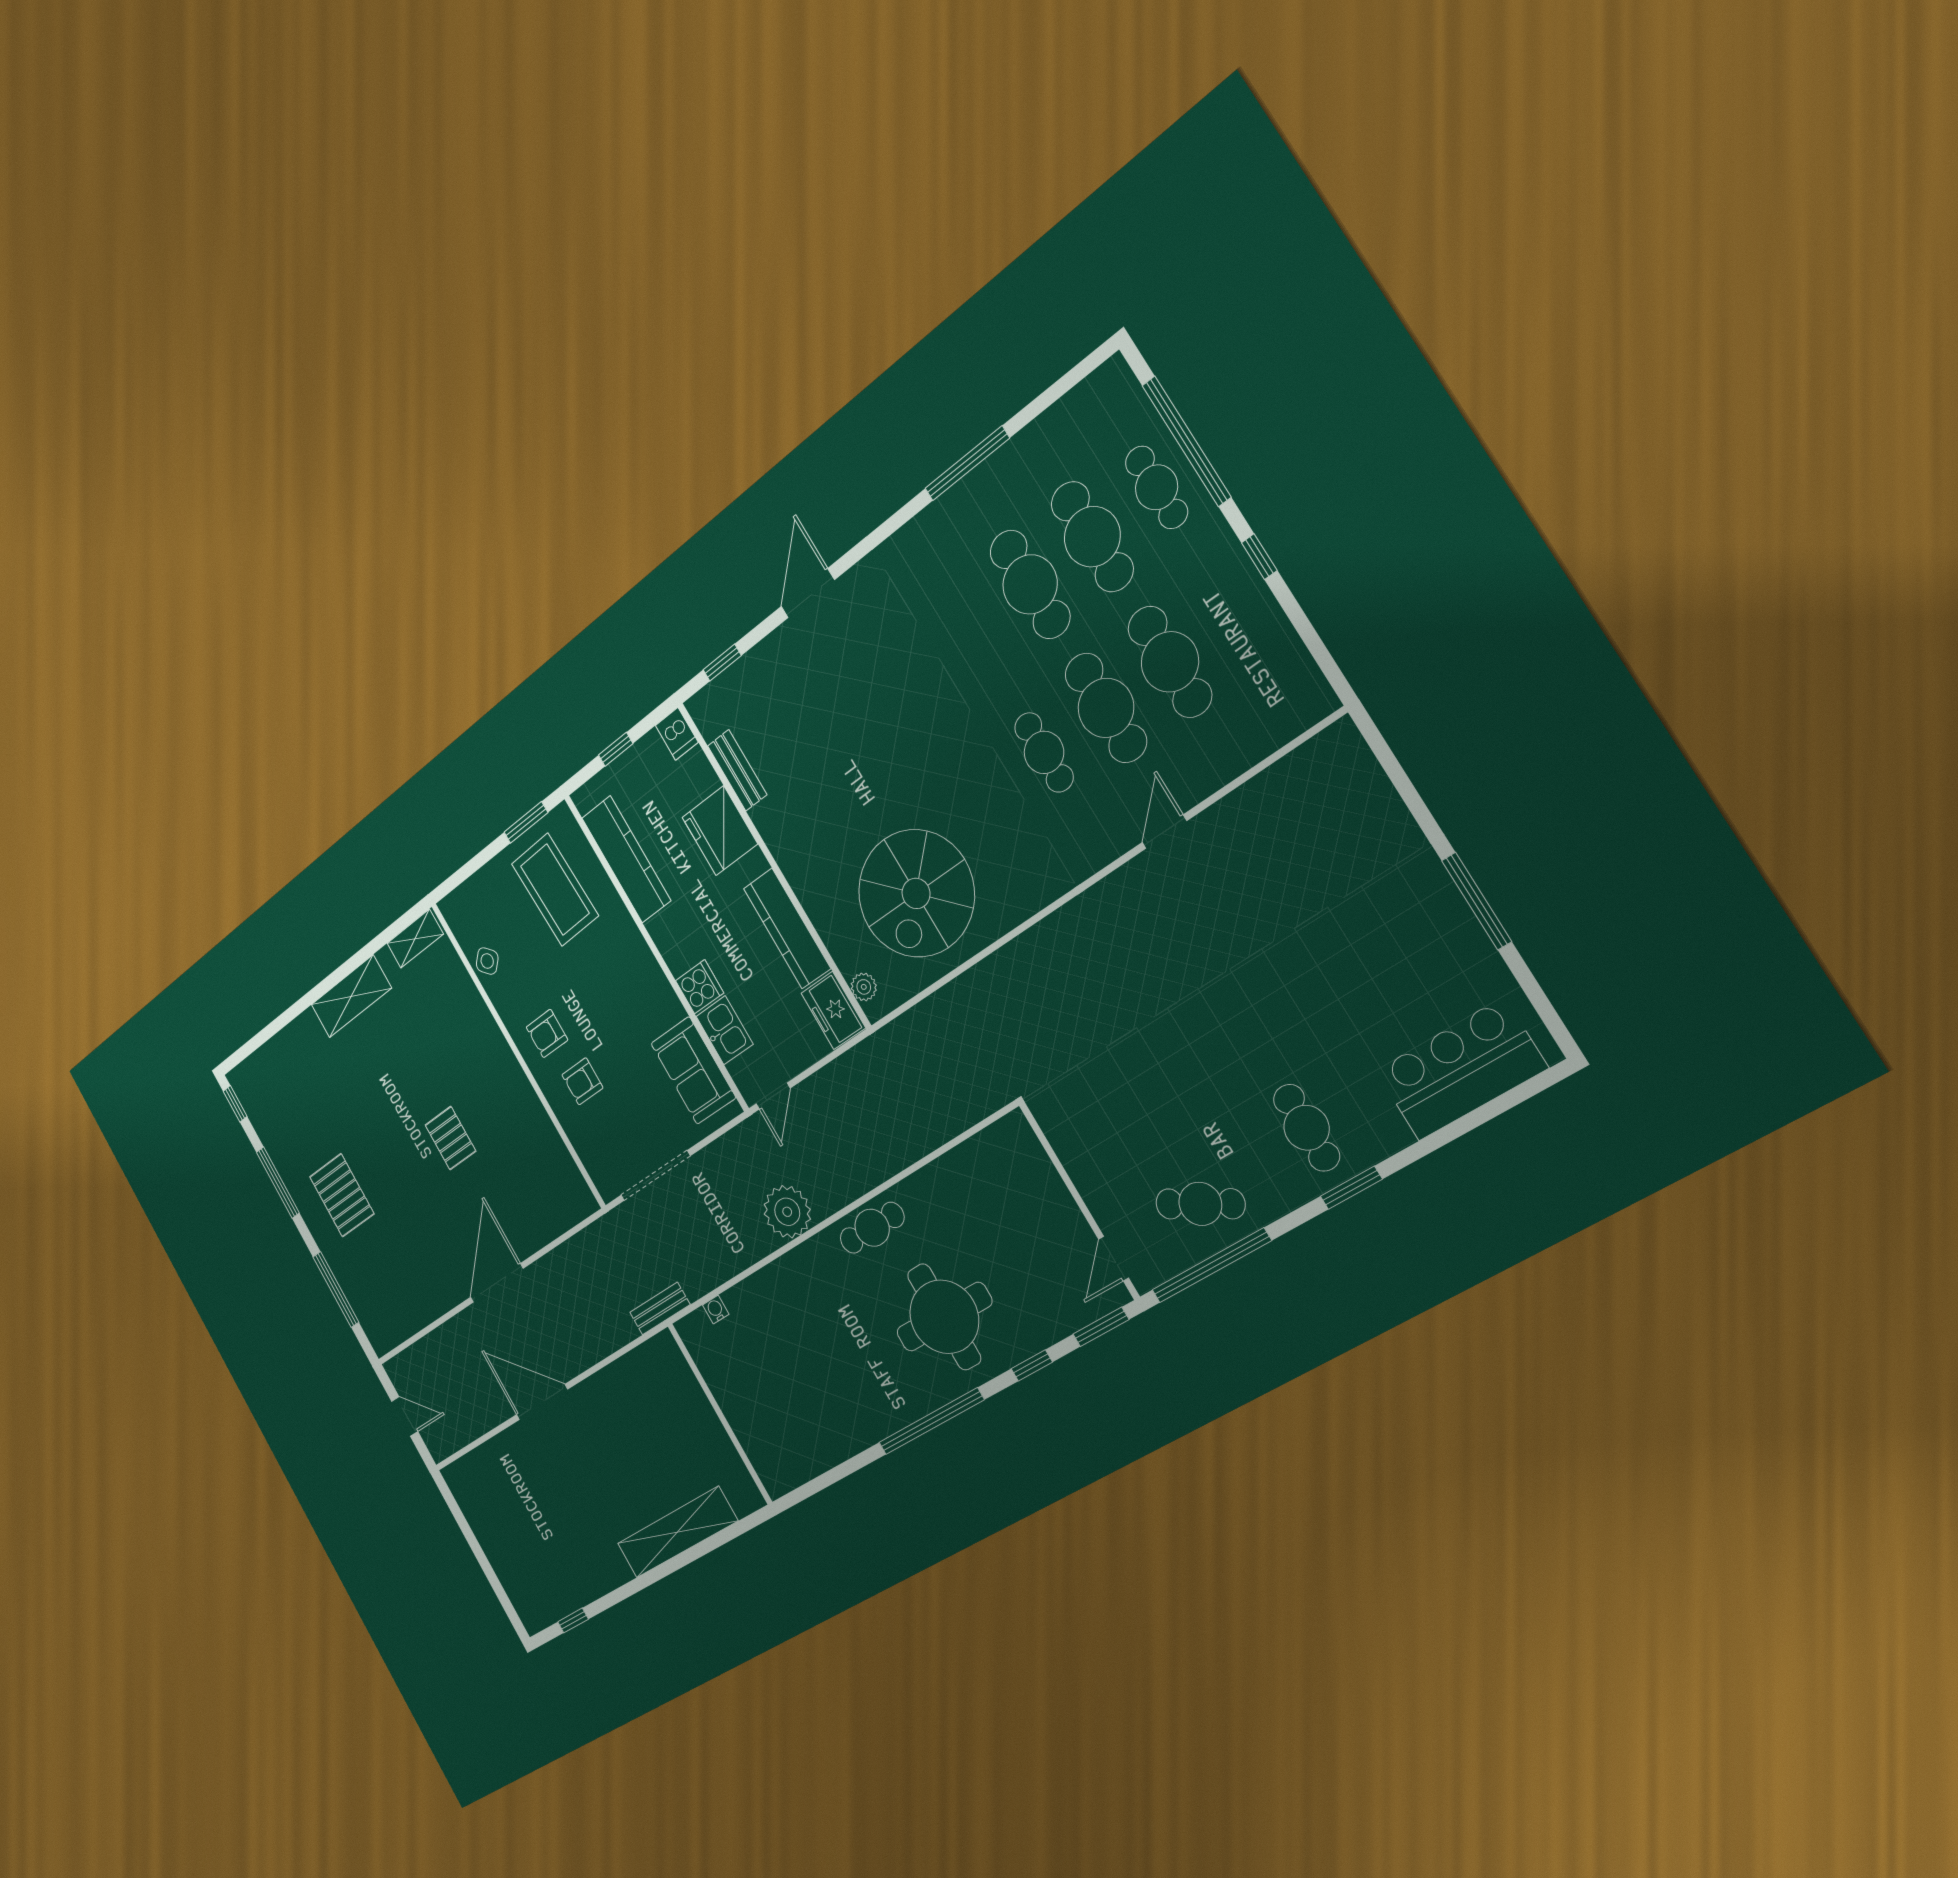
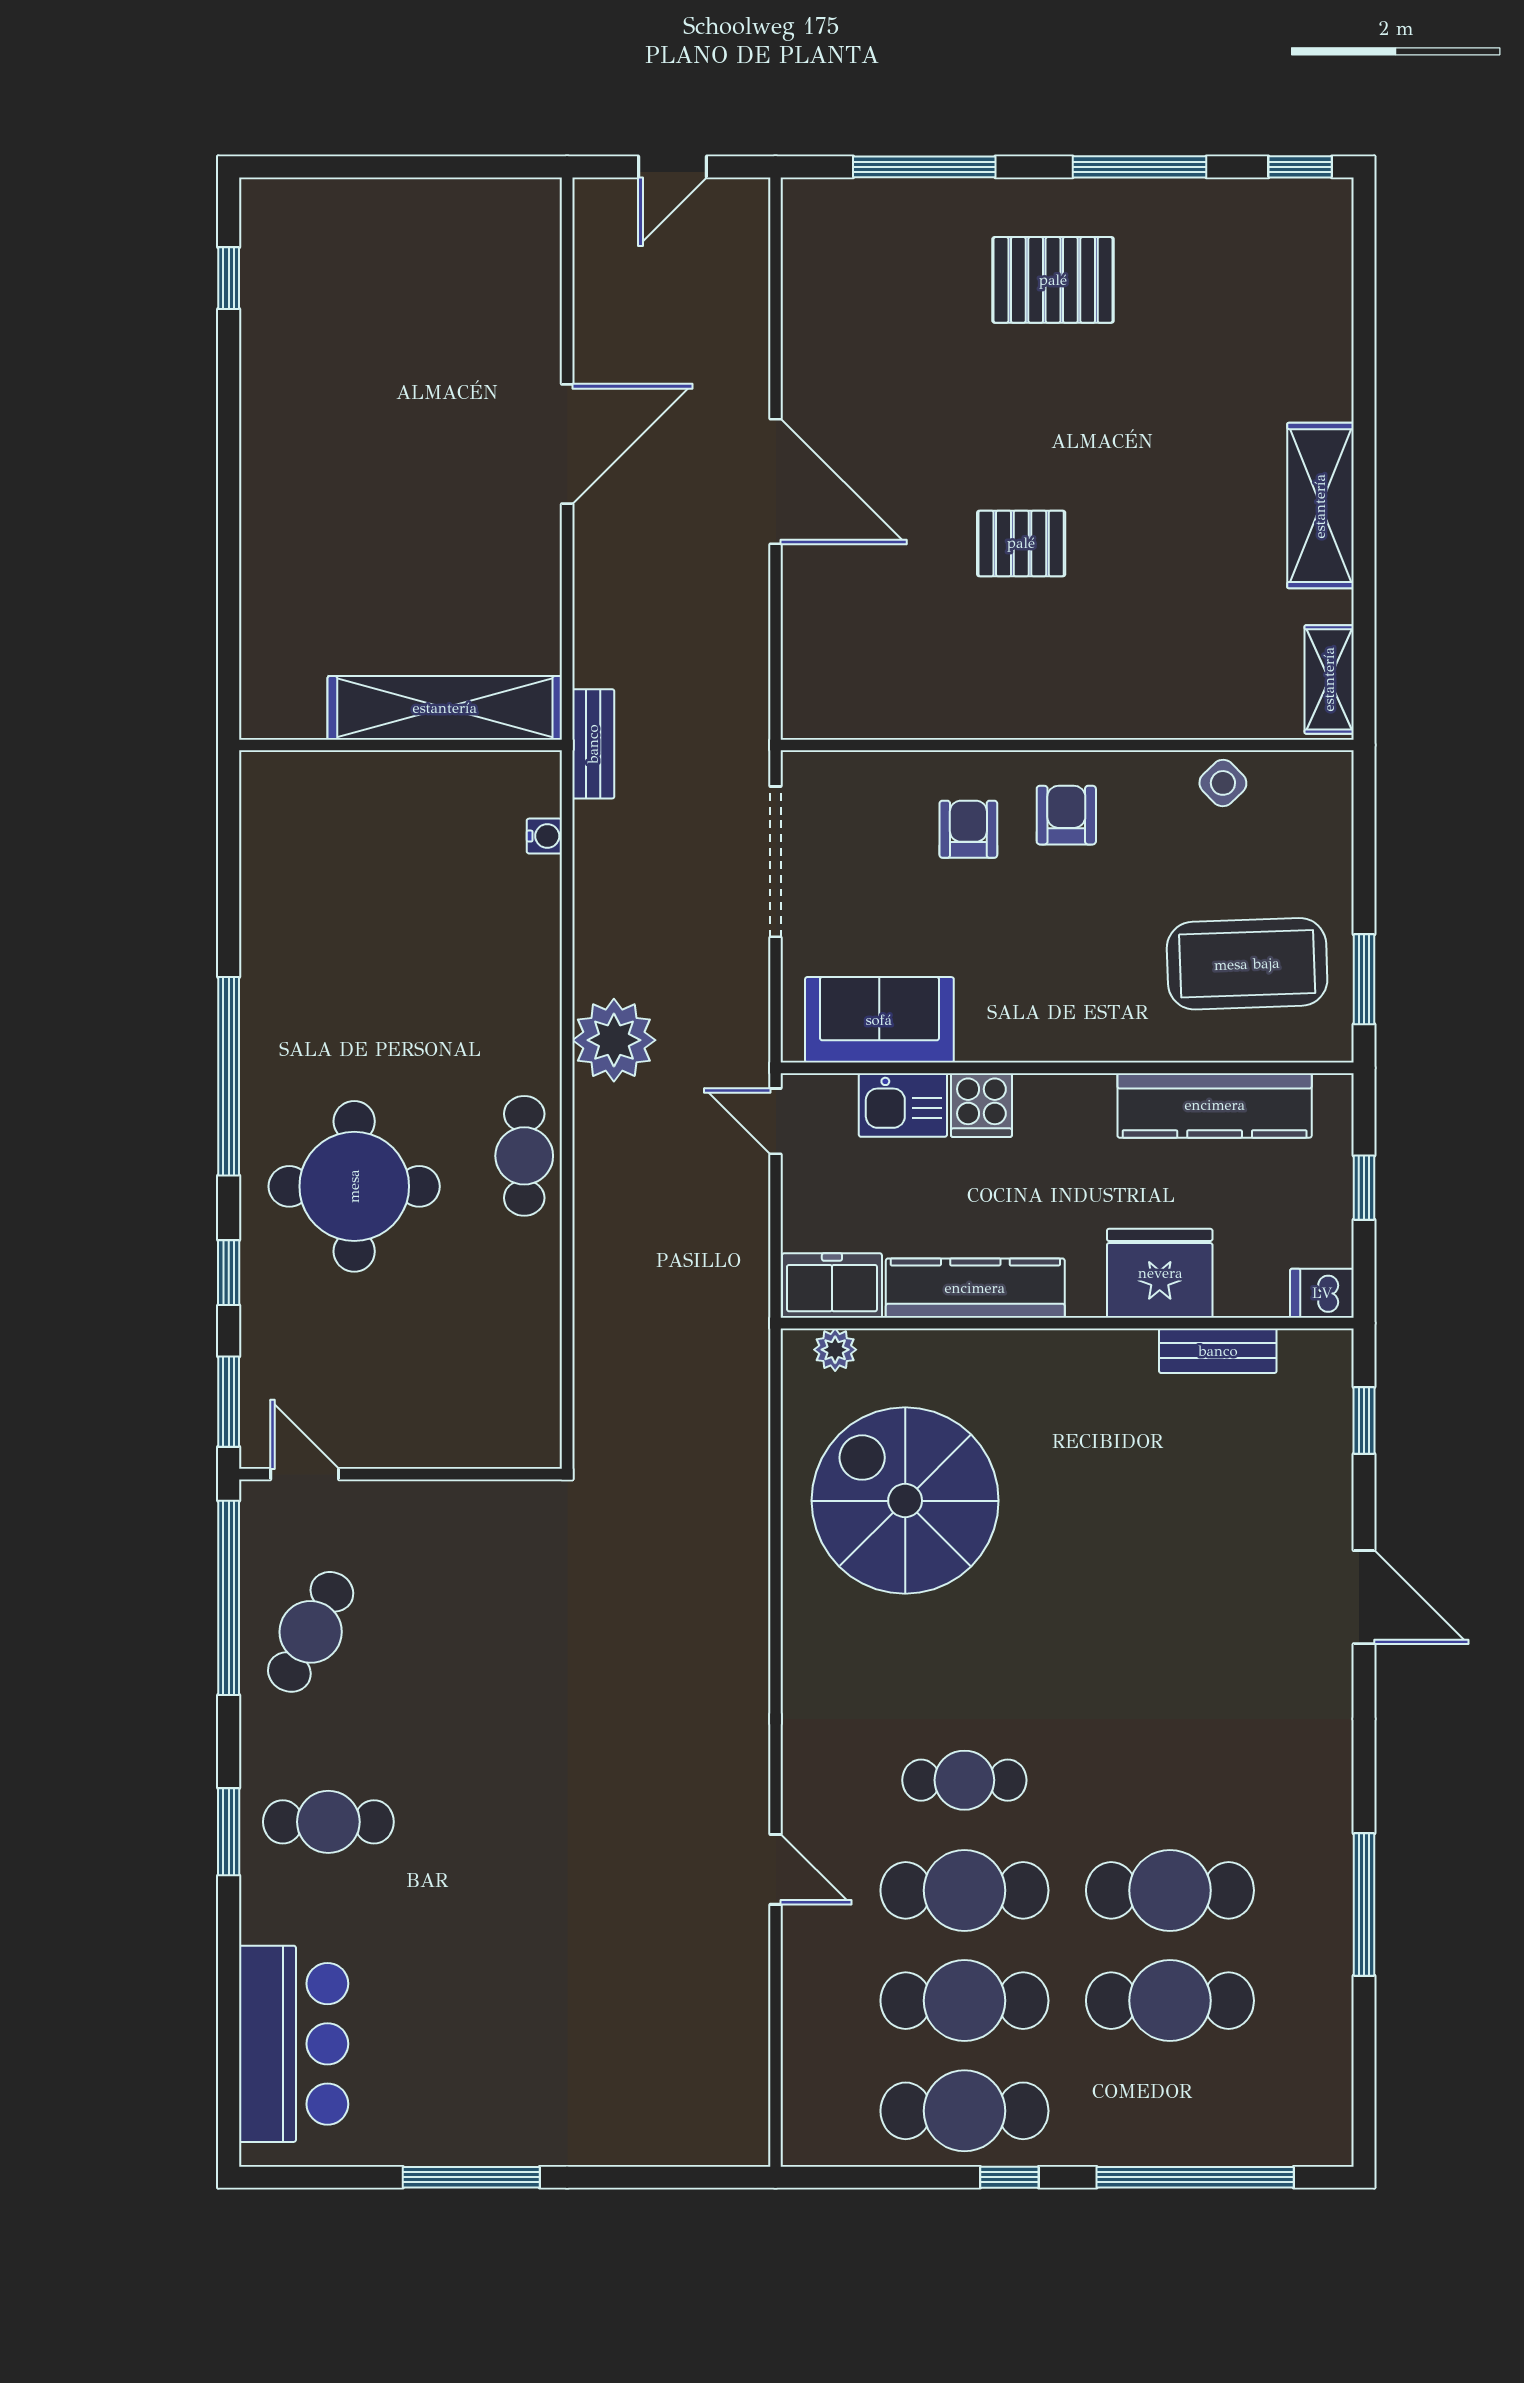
cafe table: (1157, 487) -> (964, 2111), moved, width x1.37, depth x1.35
shelving: (677, 1532) -> (445, 708), moved, turned 90

